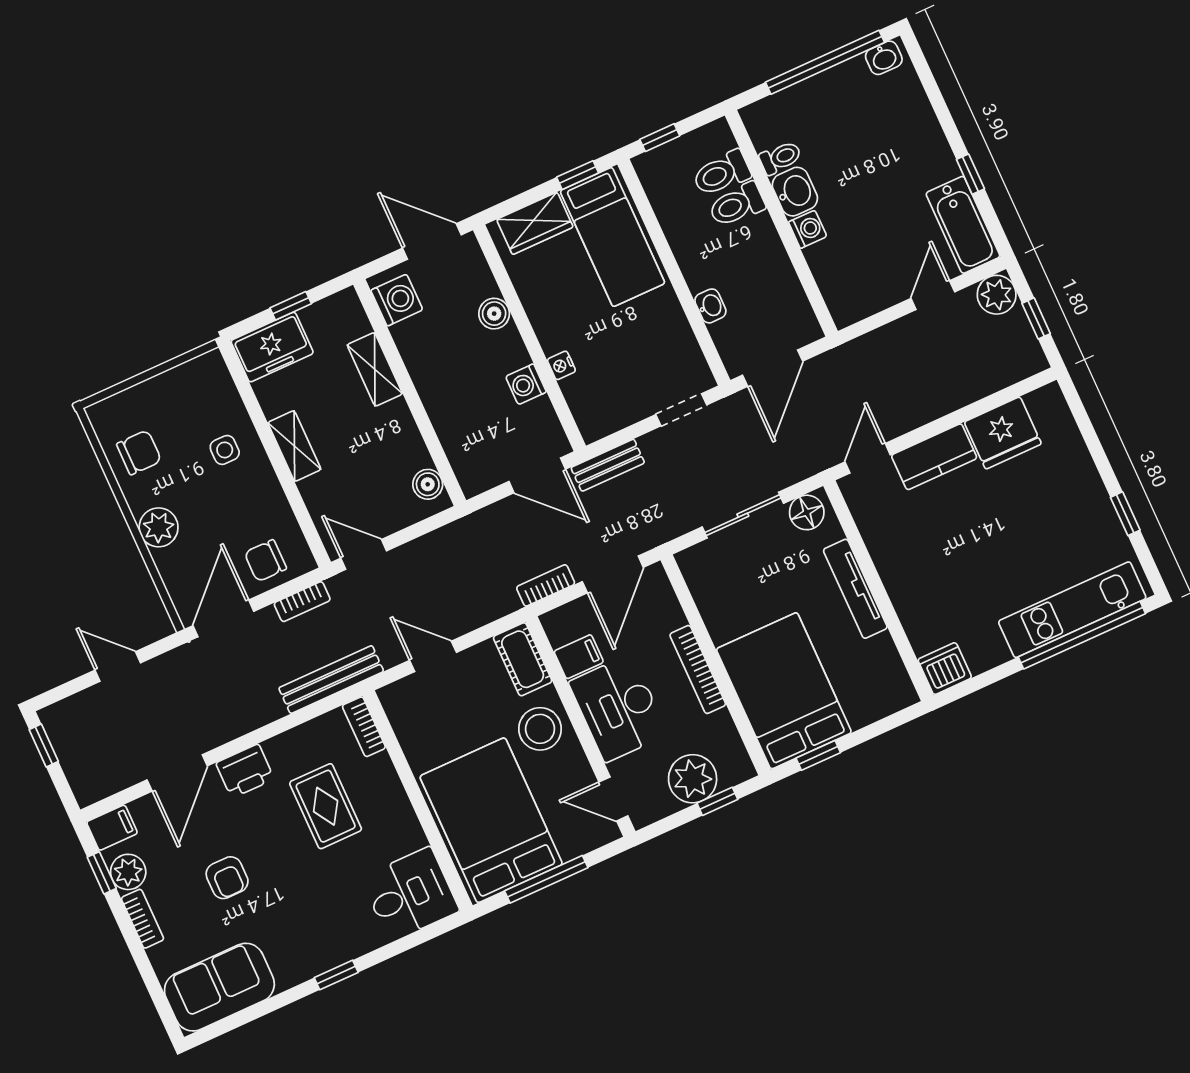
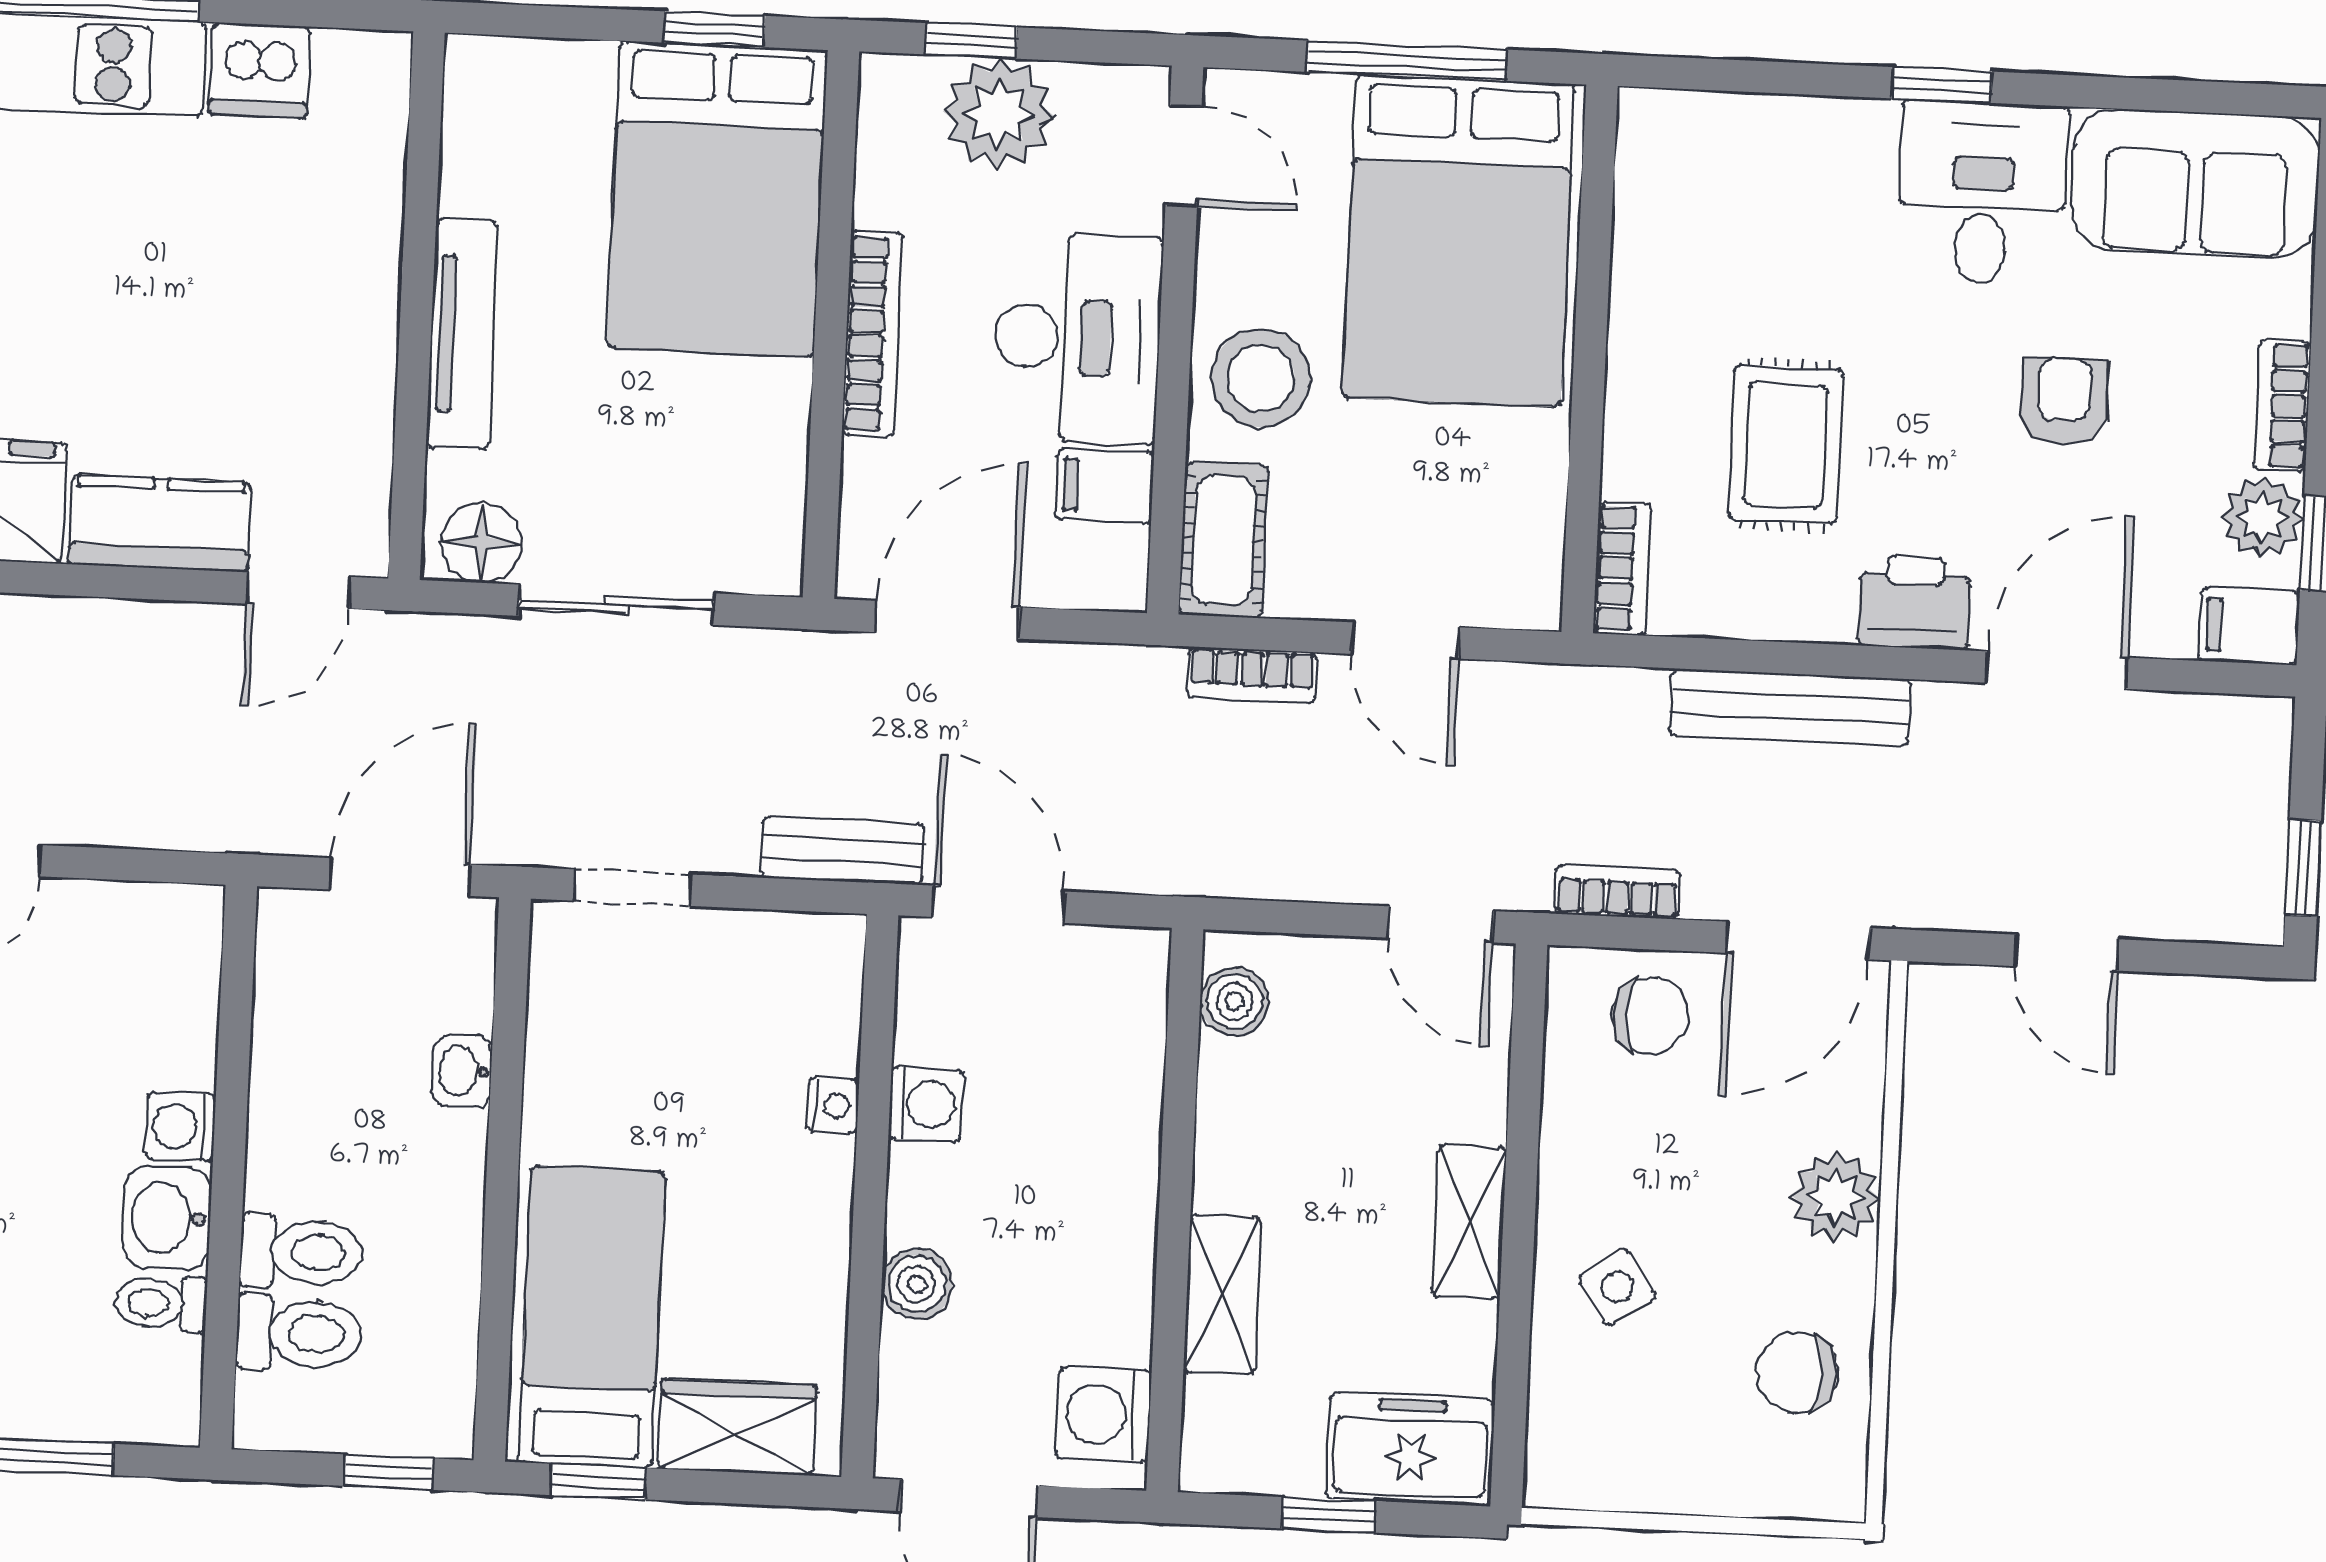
side table: (225, 450) -> (1617, 1287), turned -34
bookcase: (546, 585) -> (1252, 675), moved
dishwasher: (945, 669) -> (259, 70), moved
bench: (331, 680) -> (1790, 707), moved
desk: (410, 894) -> (1982, 193), moved, turned 90

